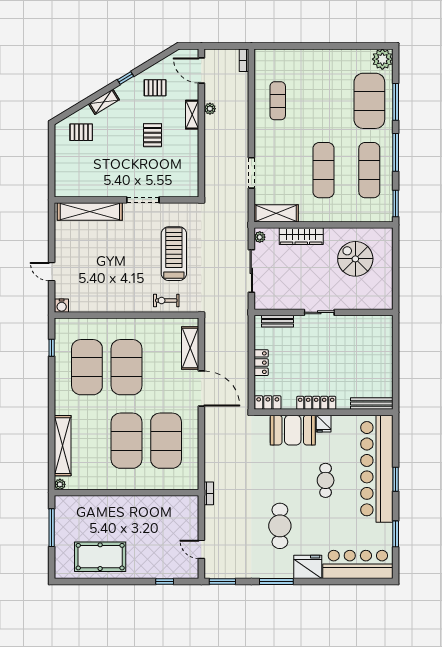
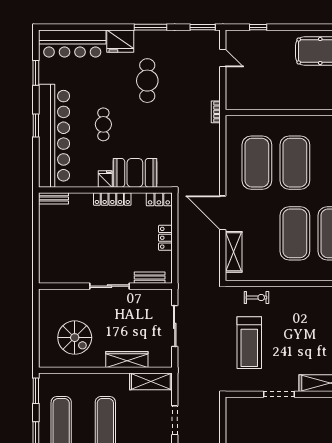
plant: (260, 237) -> (167, 359), removed
sliding door: (319, 312) -> (109, 286), width x1.37
bench: (372, 404) -> (53, 198), width x0.73

